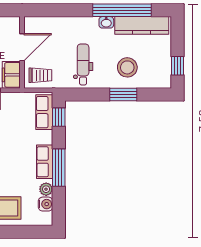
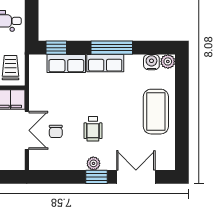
row of seats: (44, 112) -> (66, 63), moved
plant: (46, 189) -> (168, 61), moved

